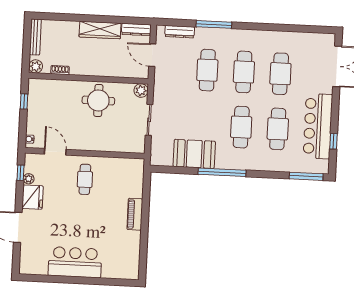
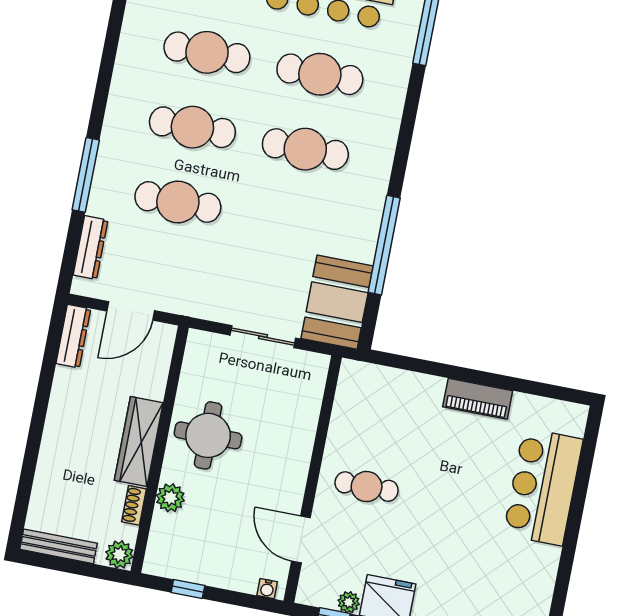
wardrobe: (100, 30) -> (139, 441), moved, turned 180
plant: (141, 90) -> (170, 498), moved
door: (55, 152) -> (301, 539), hinge flipped
booth: (194, 154) -> (337, 302), moved
window: (222, 172) -> (384, 245), moved
piano: (135, 214) -> (478, 399), moved
bar counter: (75, 262) -> (543, 487), moved

